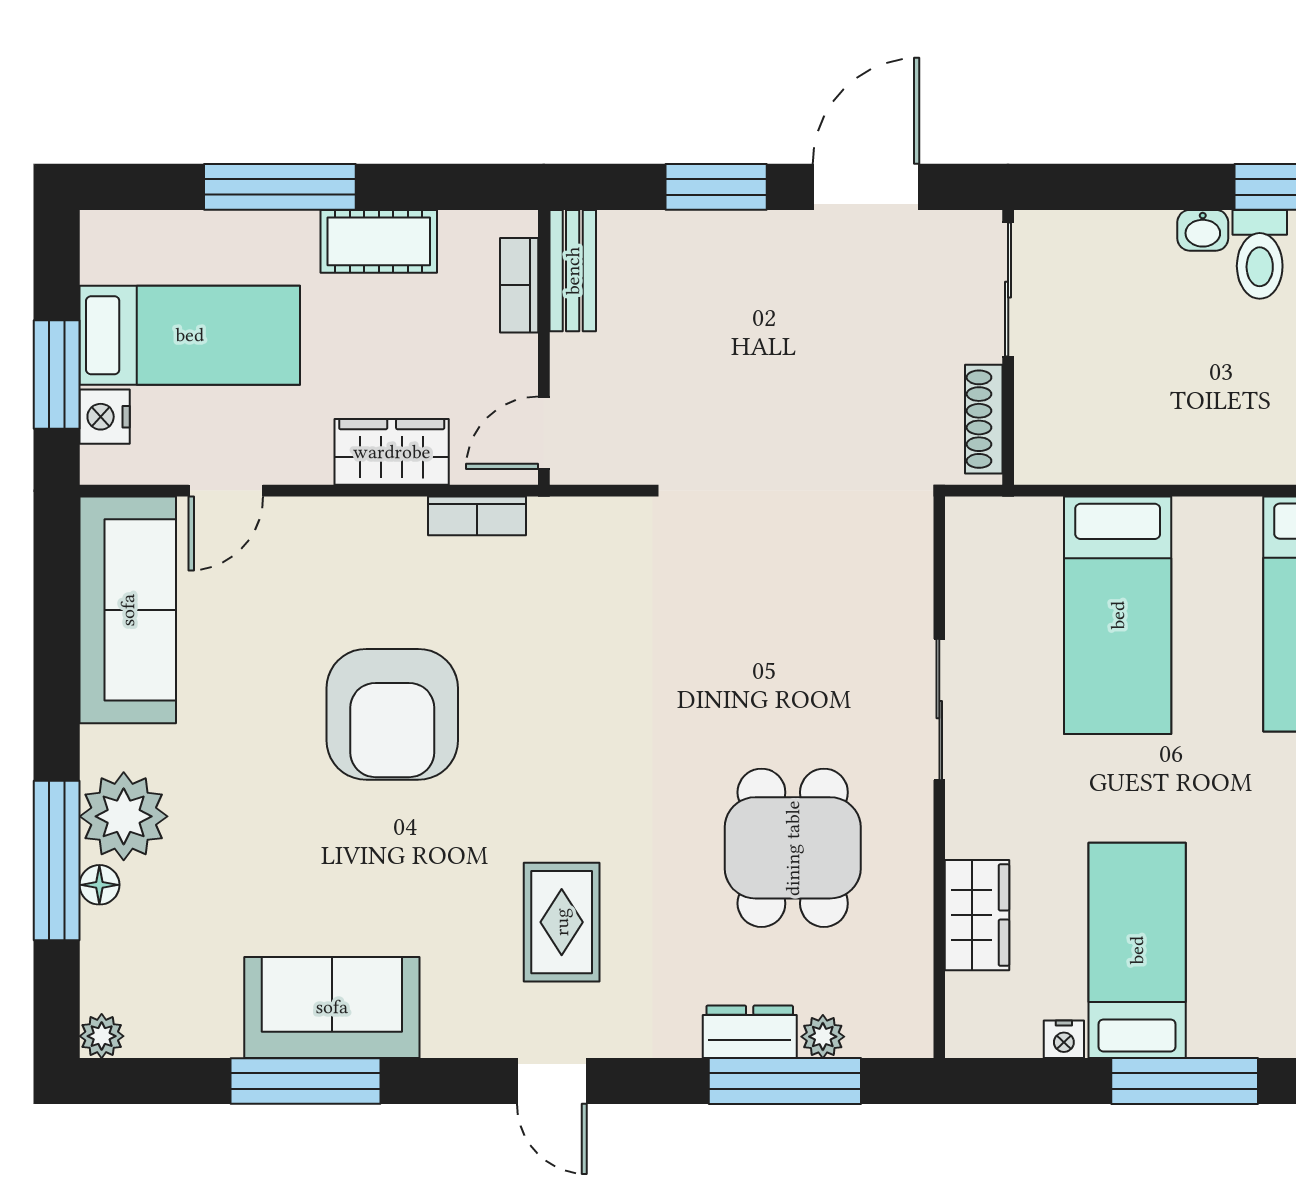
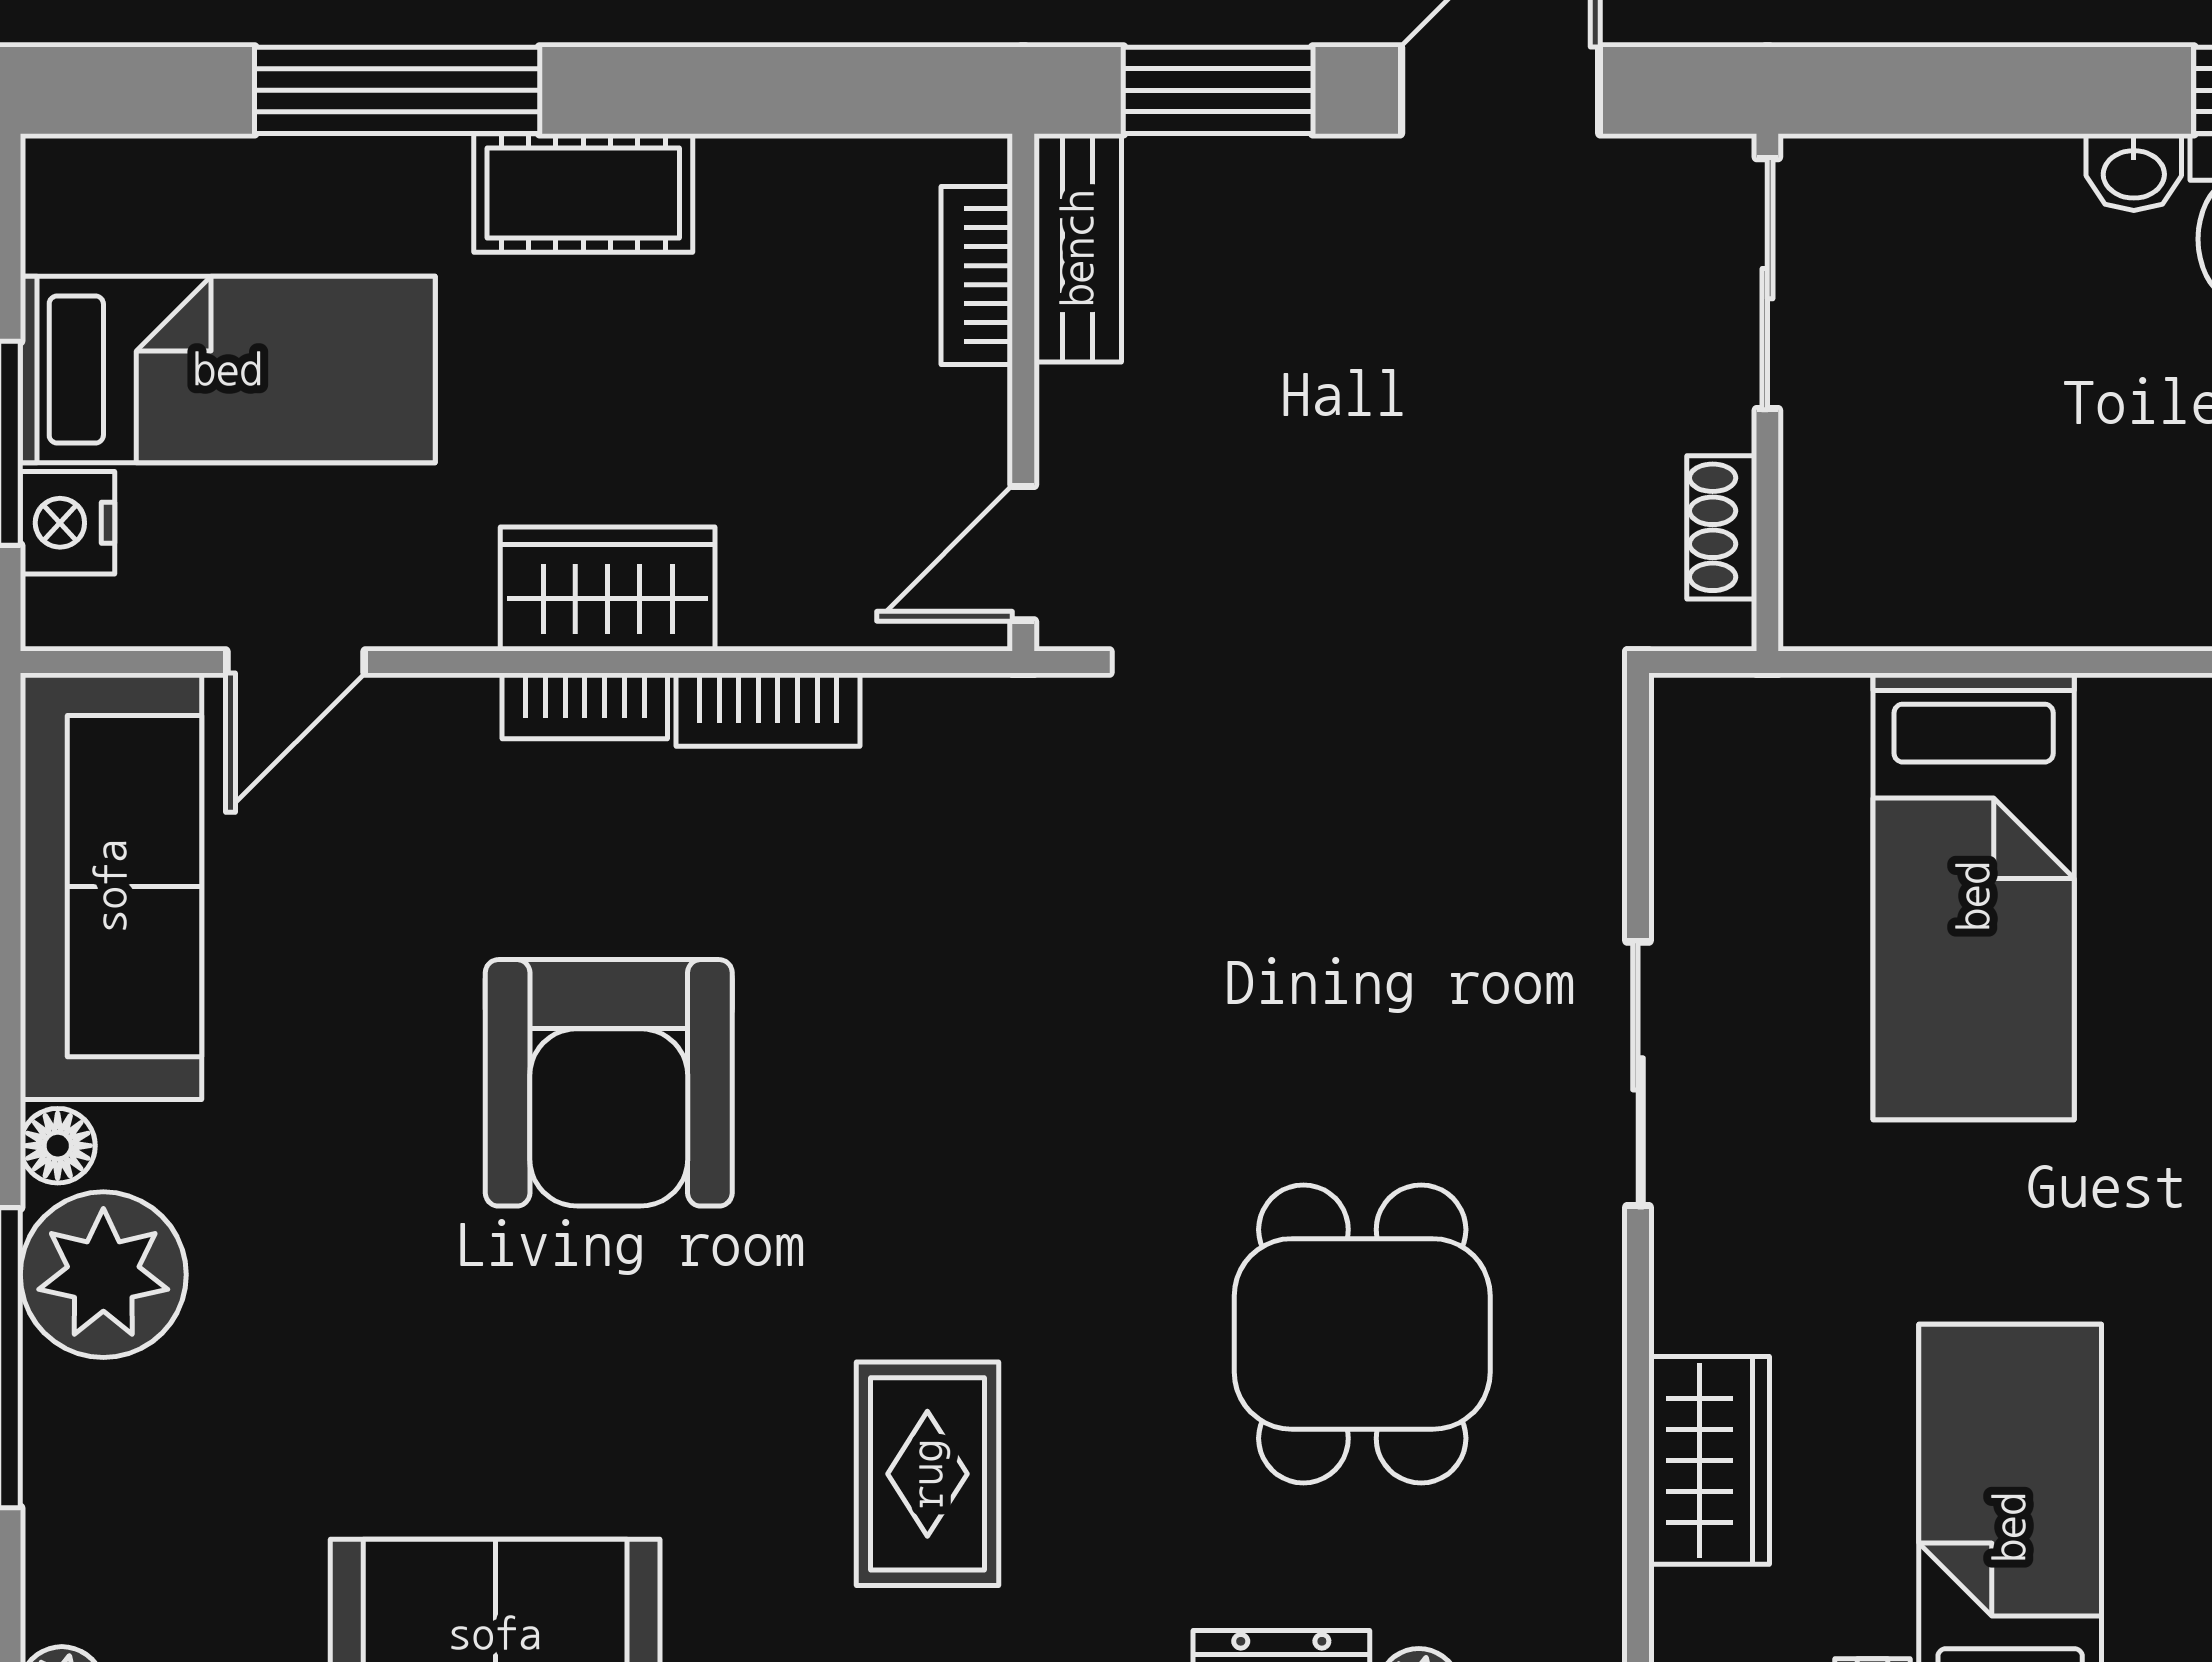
bench: (573, 271) -> (1078, 248), moved
bookcase: (519, 285) -> (977, 275), moved
wall: (544, 347) -> (1023, 392), moved
shoe rack: (984, 419) -> (1722, 527), width x0.70
door: (544, 433) -> (1023, 553), moved
bookcase: (380, 514) -> (585, 706), added
floor lamp: (99, 885) -> (58, 1146), moved

